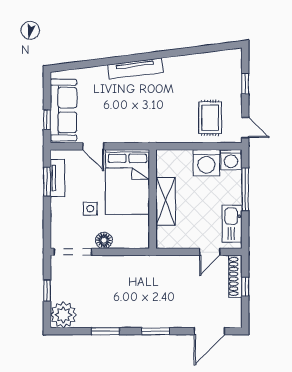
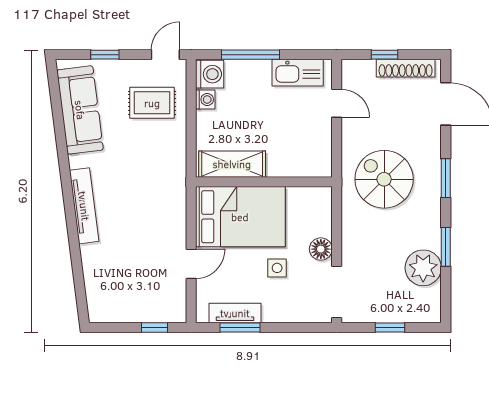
sofa: (63, 110) -> (80, 110), moved, turned 83
washing machine: (206, 163) -> (205, 100), width x0.53, depth x0.53
shelving: (166, 201) -> (232, 164), moved
shoe rack: (235, 276) -> (406, 68), moved
spiral stairs: (155, 286) -> (384, 179), added
plant: (63, 315) -> (423, 268), moved

